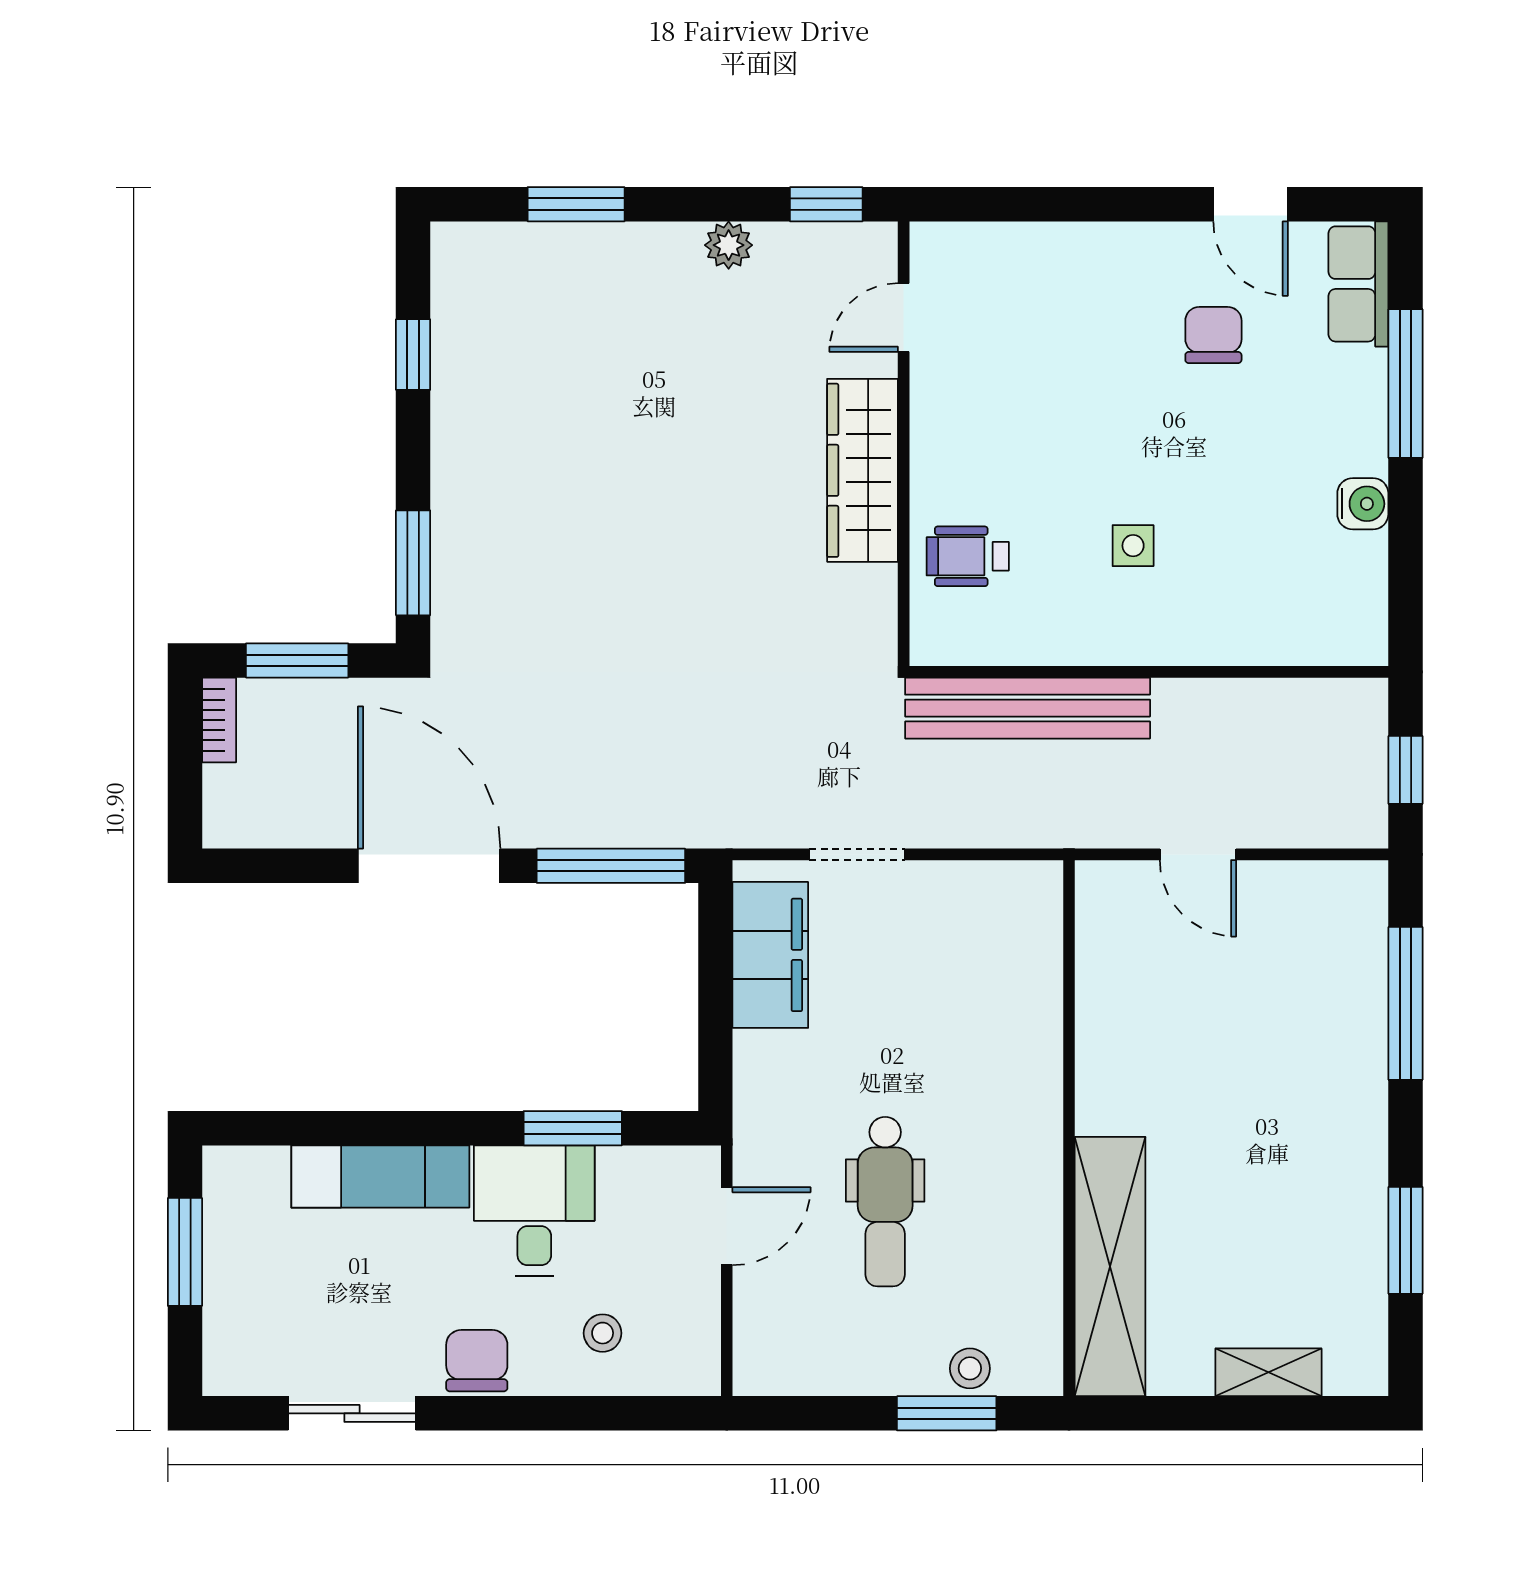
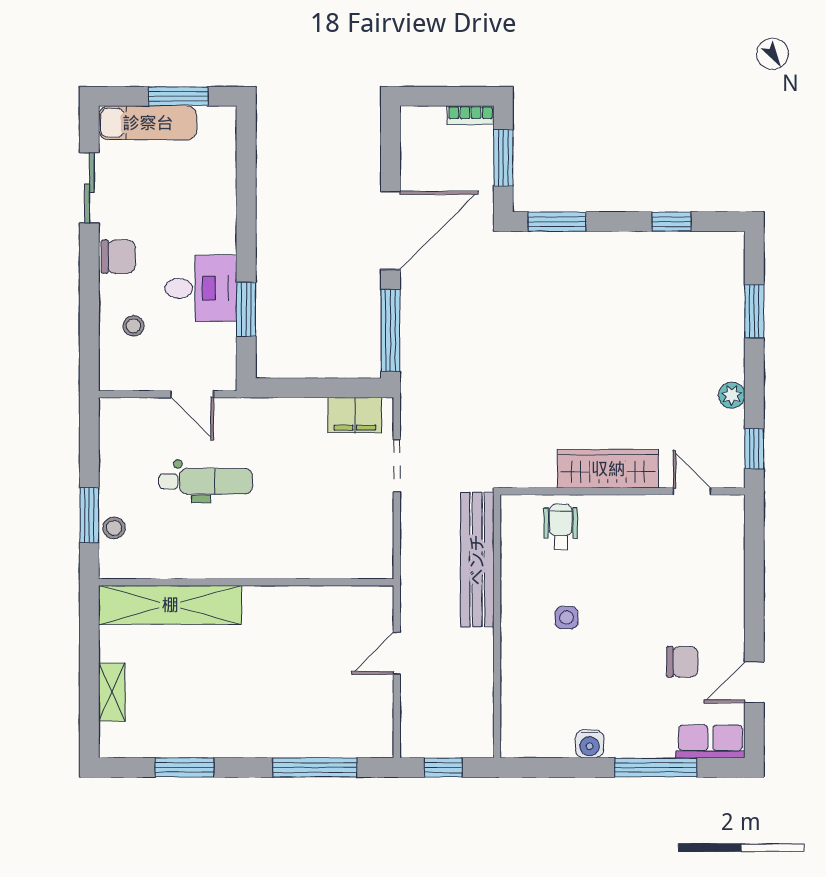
filing cabinet: (770, 955) -> (355, 415), width x0.67, depth x0.86
exam couch: (380, 1176) -> (148, 123), moved, turned -90
dental chair: (885, 1202) -> (206, 481), turned 180

